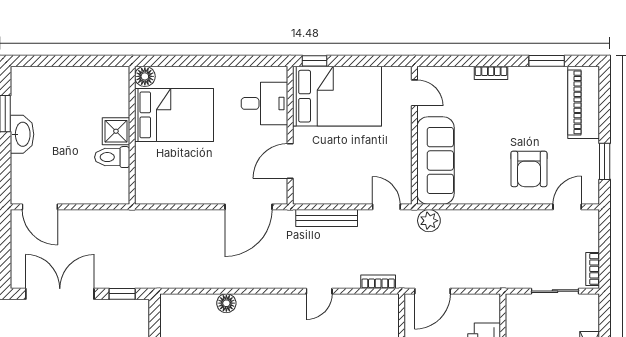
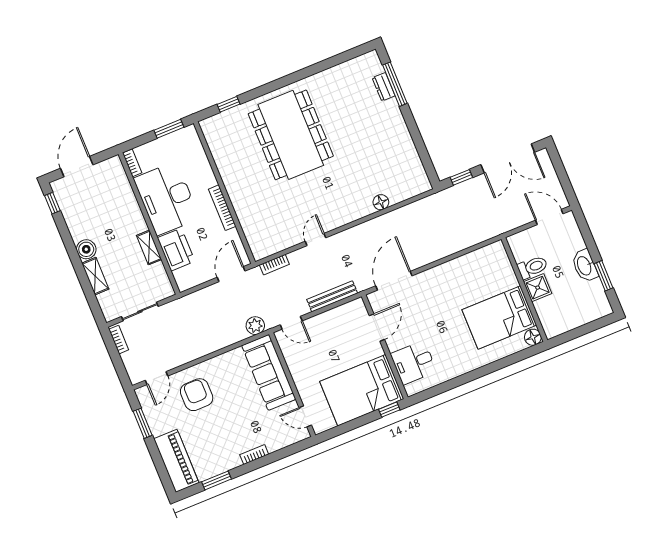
floor lamp: (145, 76) -> (533, 337), moved
bed: (174, 115) -> (499, 317), moved
shower: (116, 131) -> (538, 288), moved
wall: (132, 135) -> (524, 289), moved
toilet: (112, 157) -> (533, 267), moved

